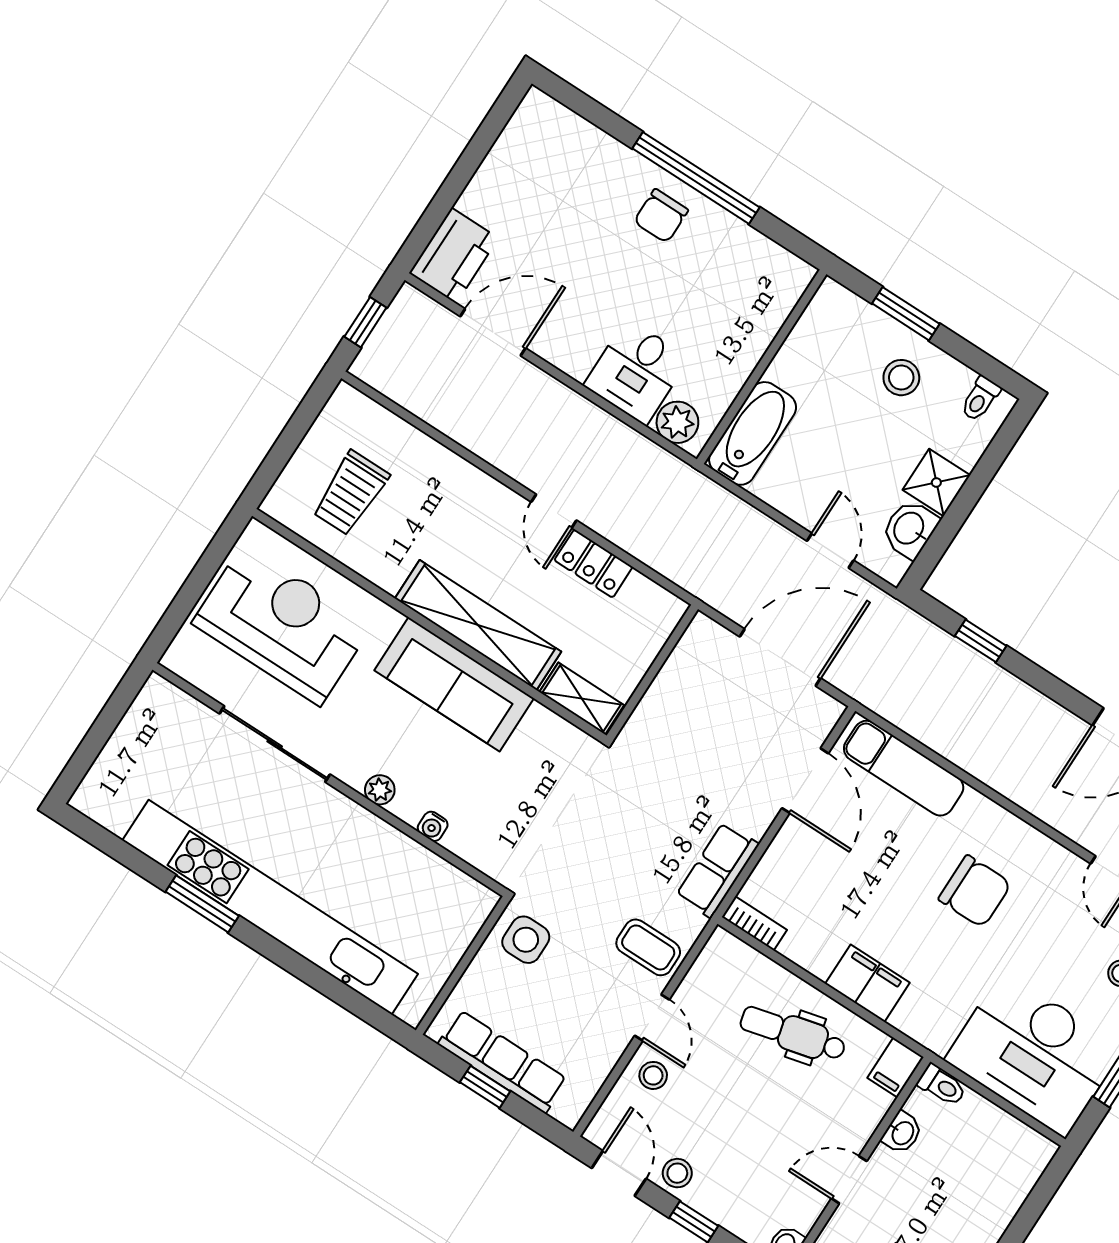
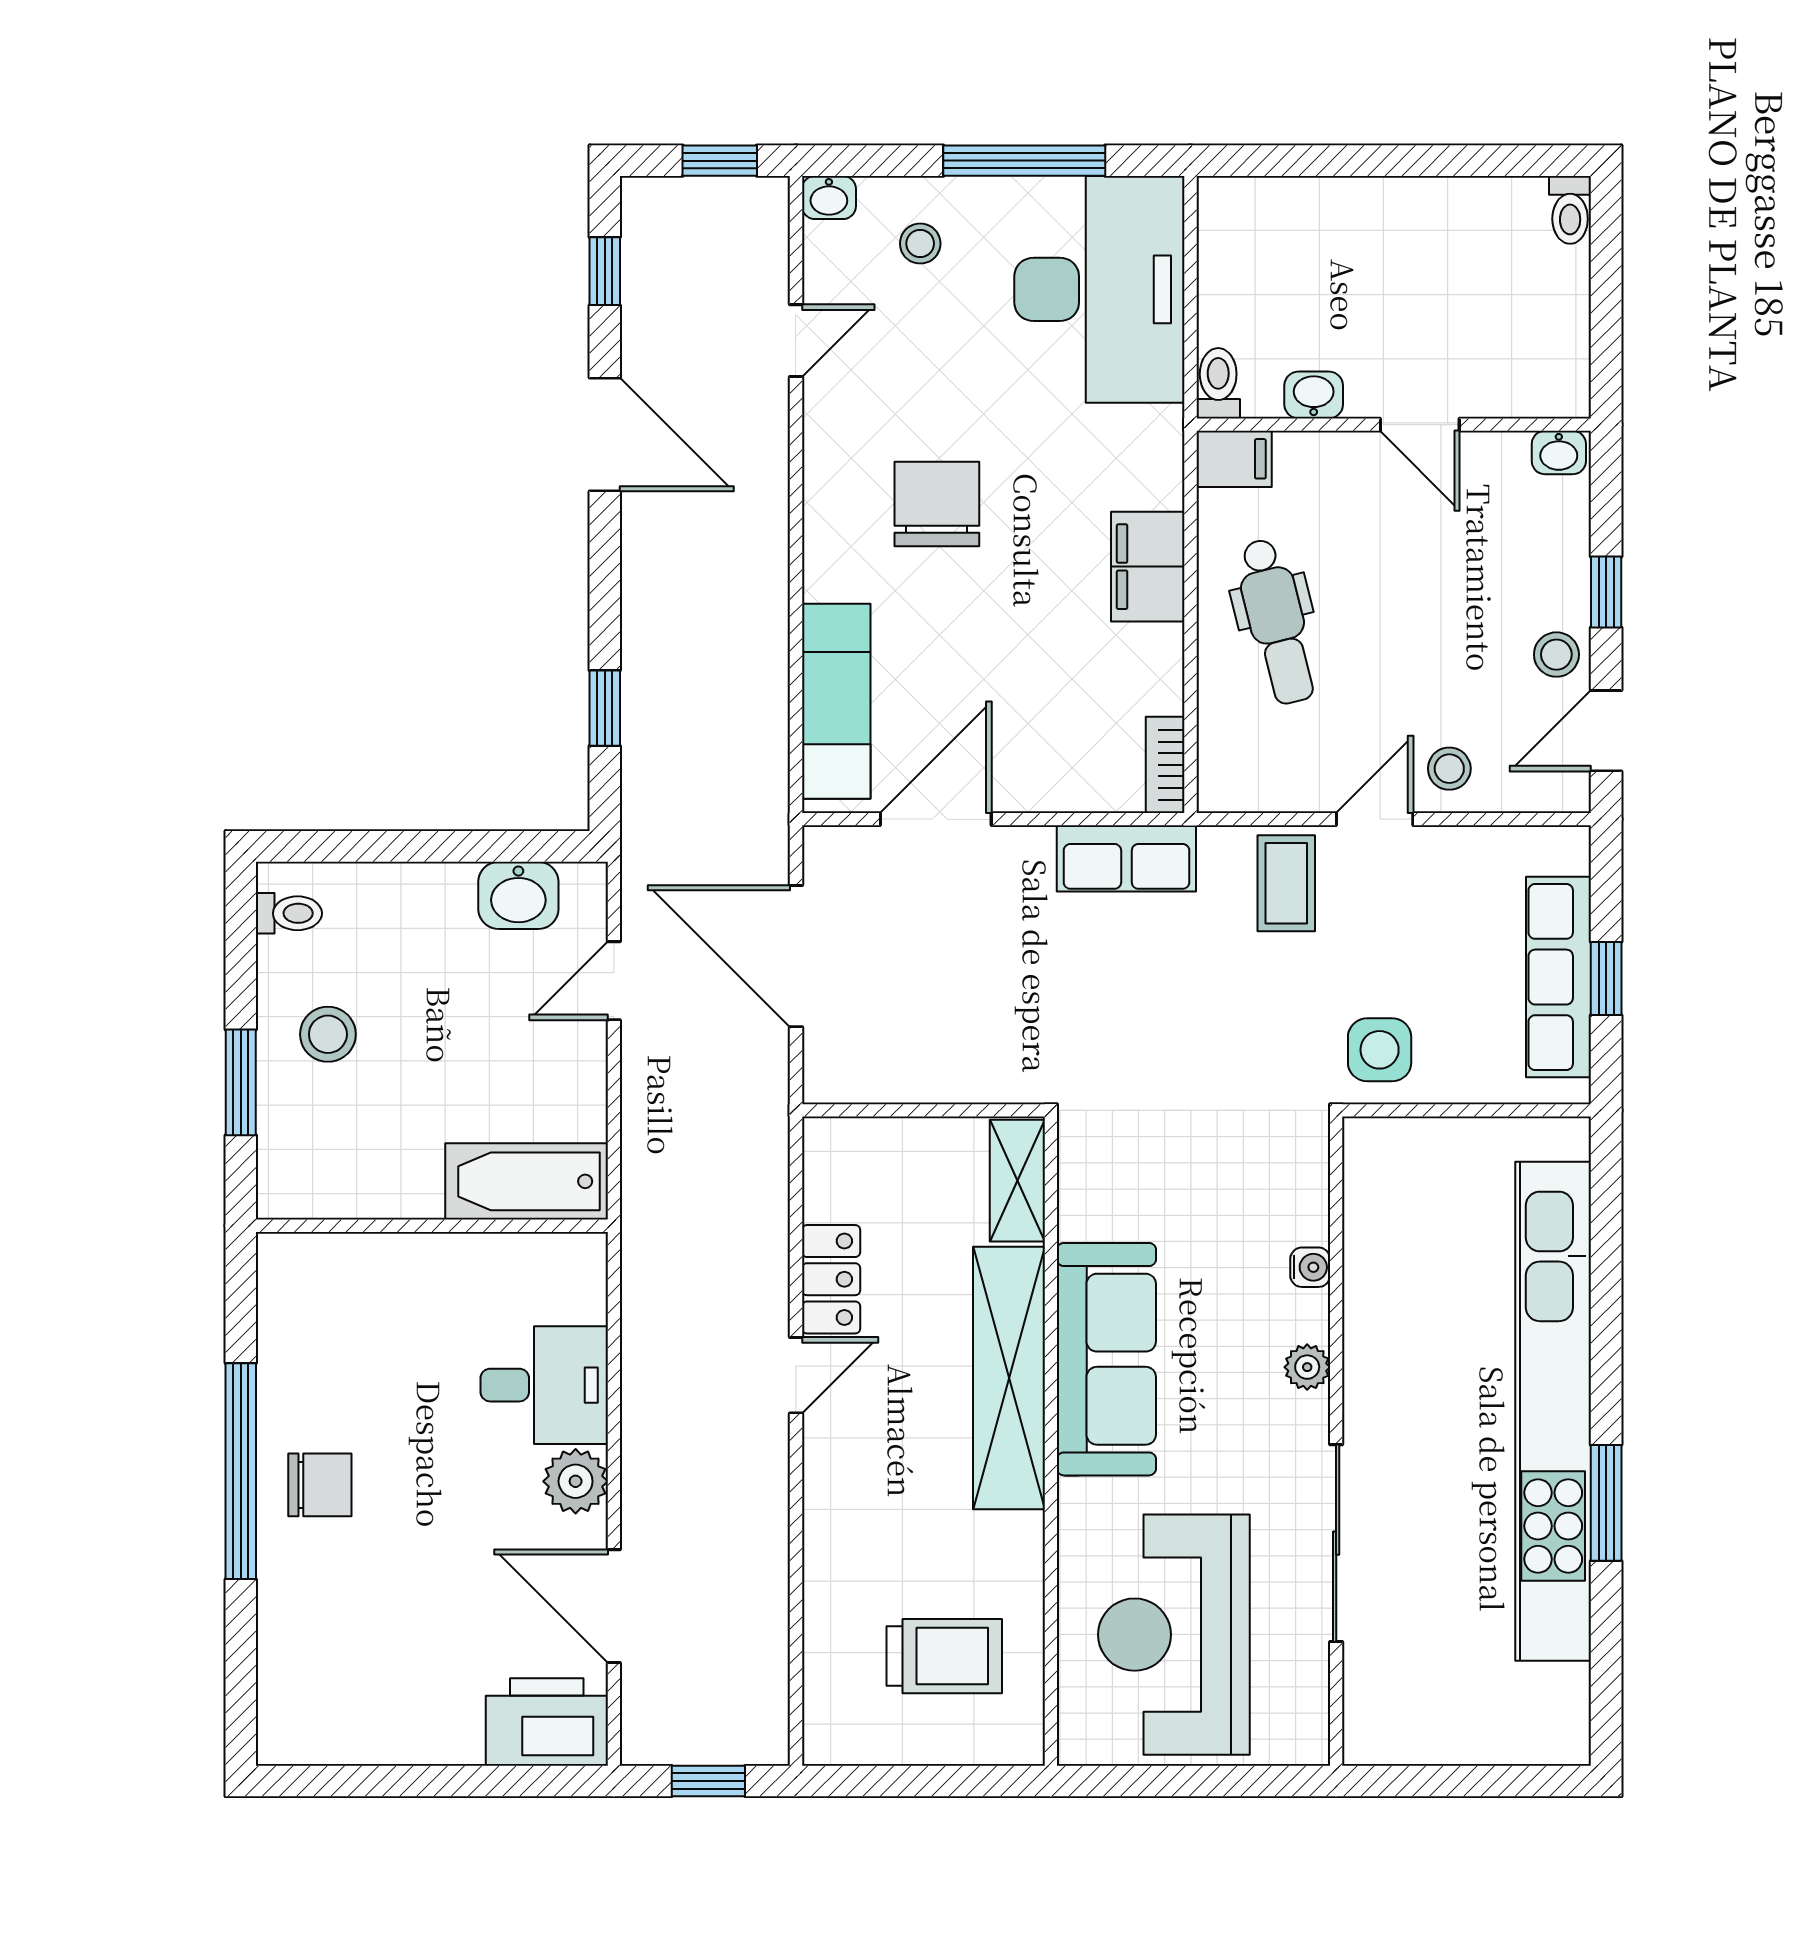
plant: (677, 422) -> (576, 1481), moved
shower: (936, 482) -> (435, 900), removed

